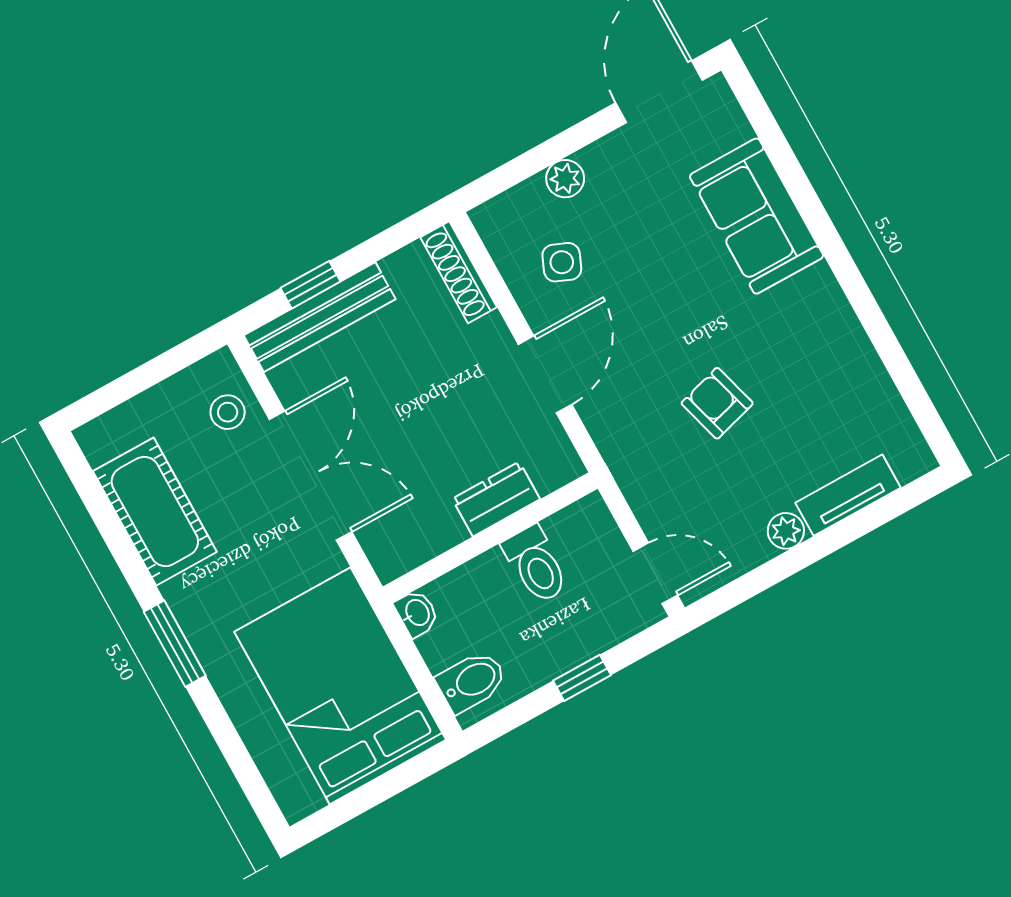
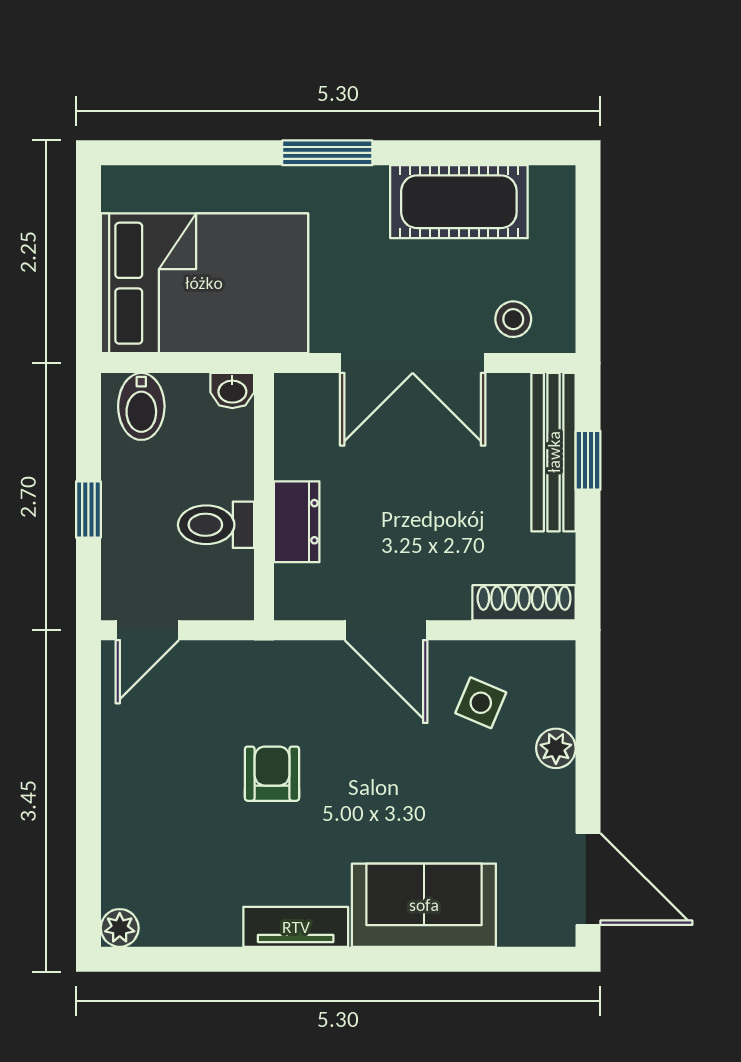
armchair: (717, 403) -> (272, 774), turned -74
tv unit: (848, 495) -> (296, 927), moved, turned -90
plant: (786, 531) -> (120, 928), moved

